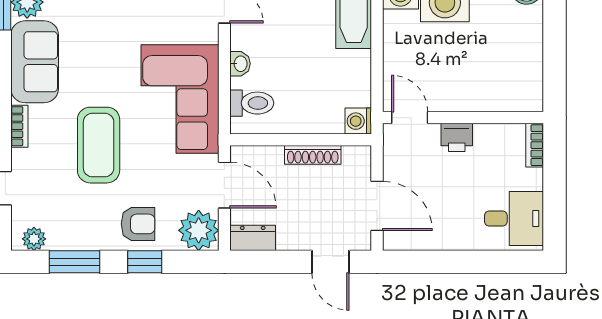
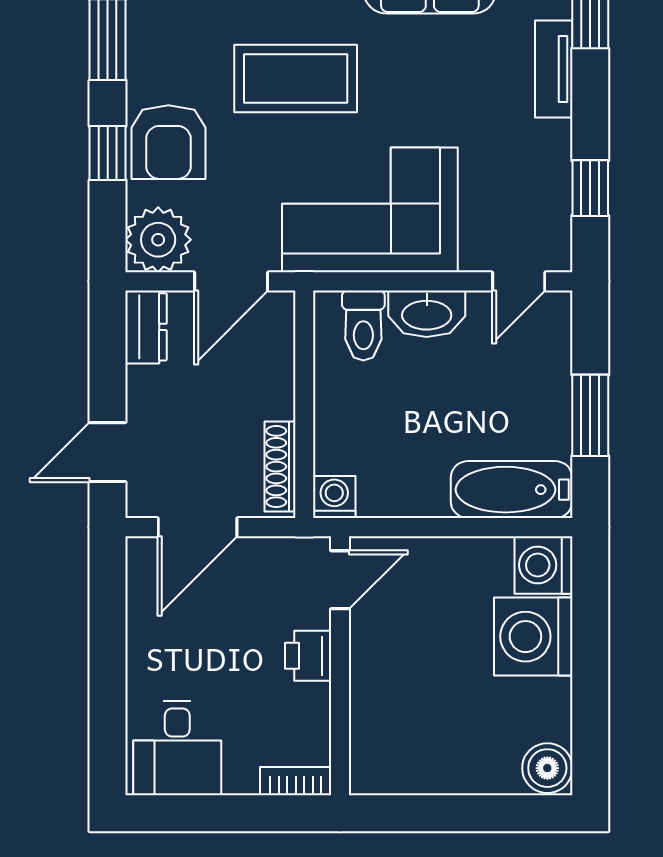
washbasin: (240, 64) -> (427, 314), width x1.91, depth x1.45
shoe rack: (313, 155) -> (280, 467), moved
armchair: (138, 224) -> (168, 142), width x1.38, depth x1.38

